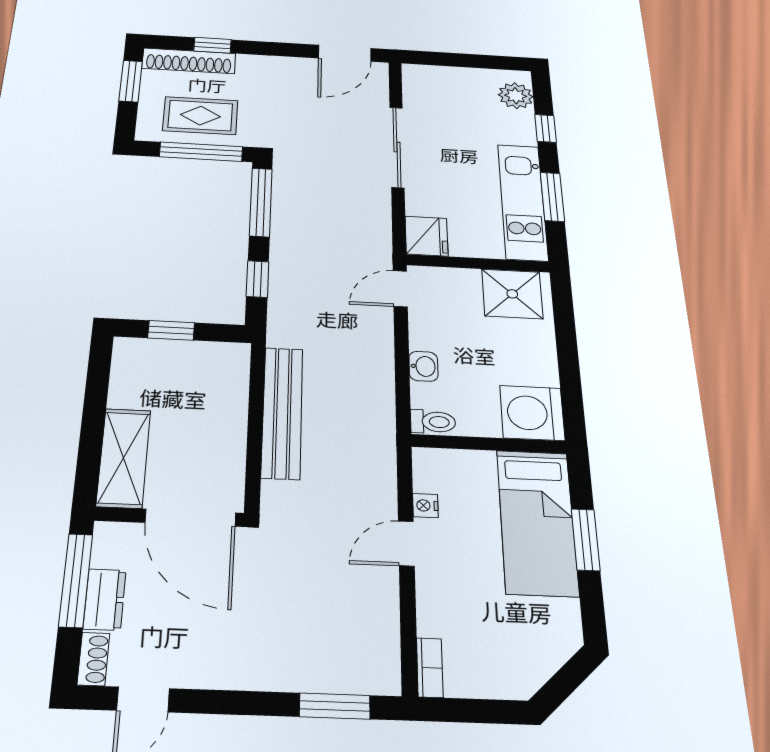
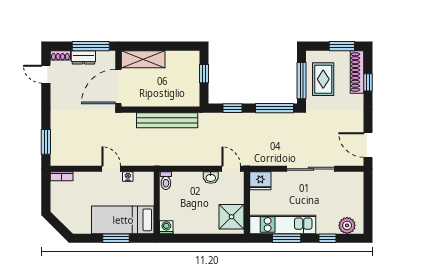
washbasin: (423, 366) -> (211, 178), moved
washing machine: (532, 413) -> (166, 227), width x0.53, depth x0.53

